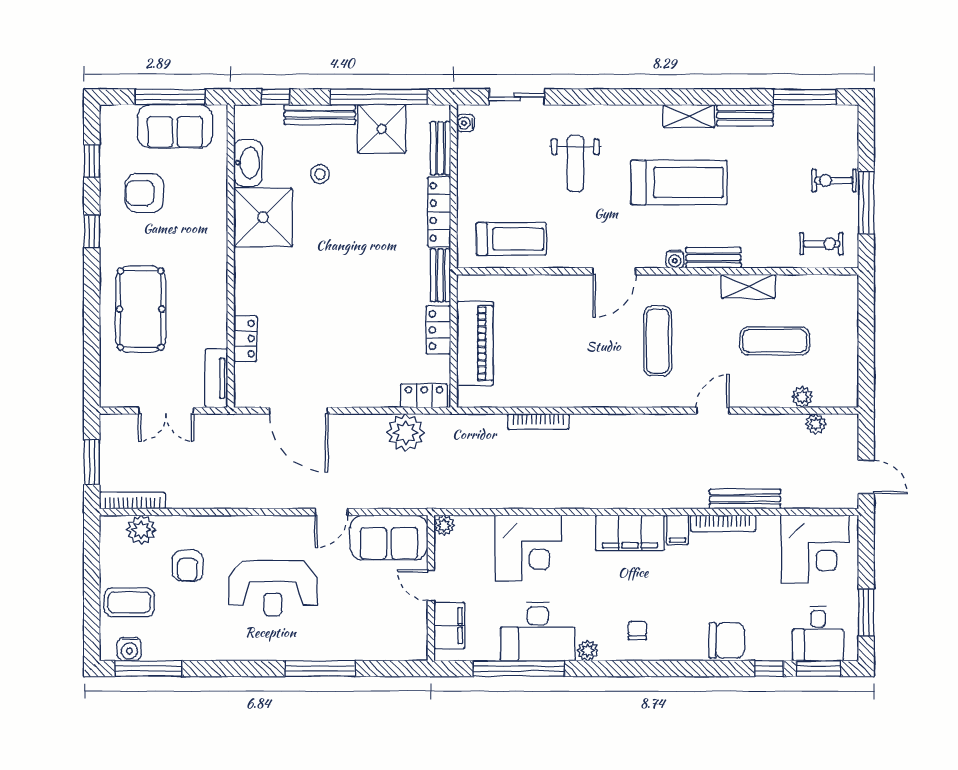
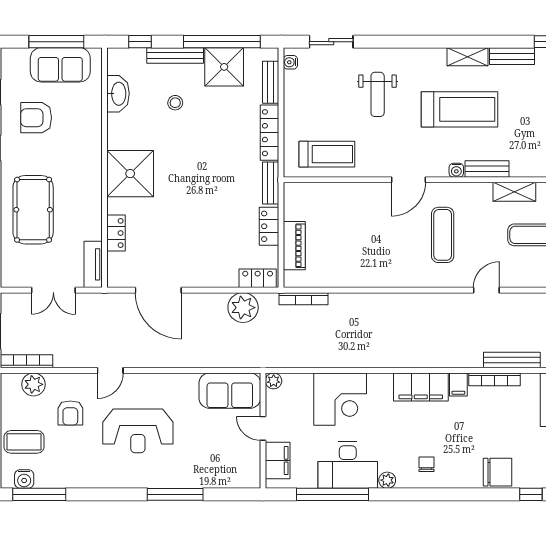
shower: (263, 217) -> (130, 174), moved
piano: (475, 343) -> (294, 246), width x0.73, depth x0.75
bookcase: (538, 422) -> (303, 299), moved
door: (332, 512) -> (110, 370), moved

